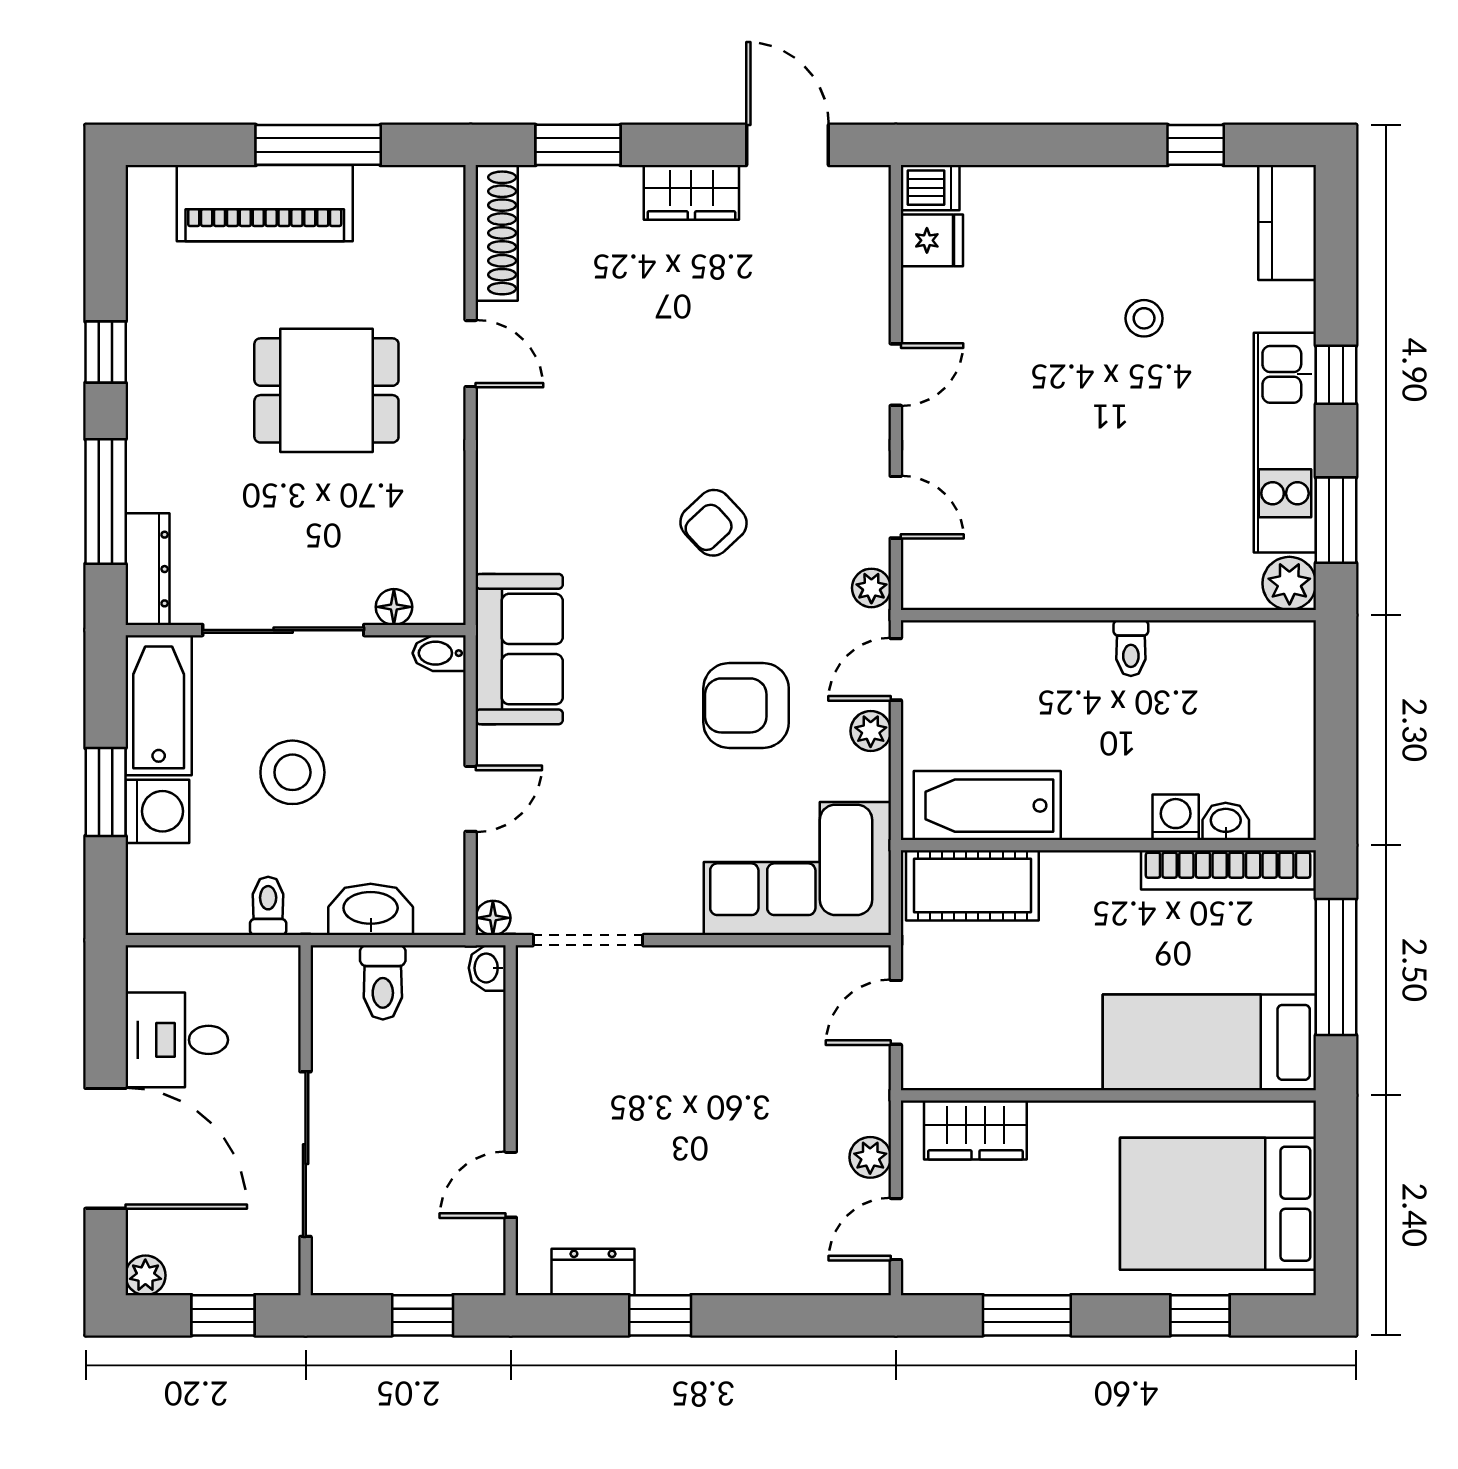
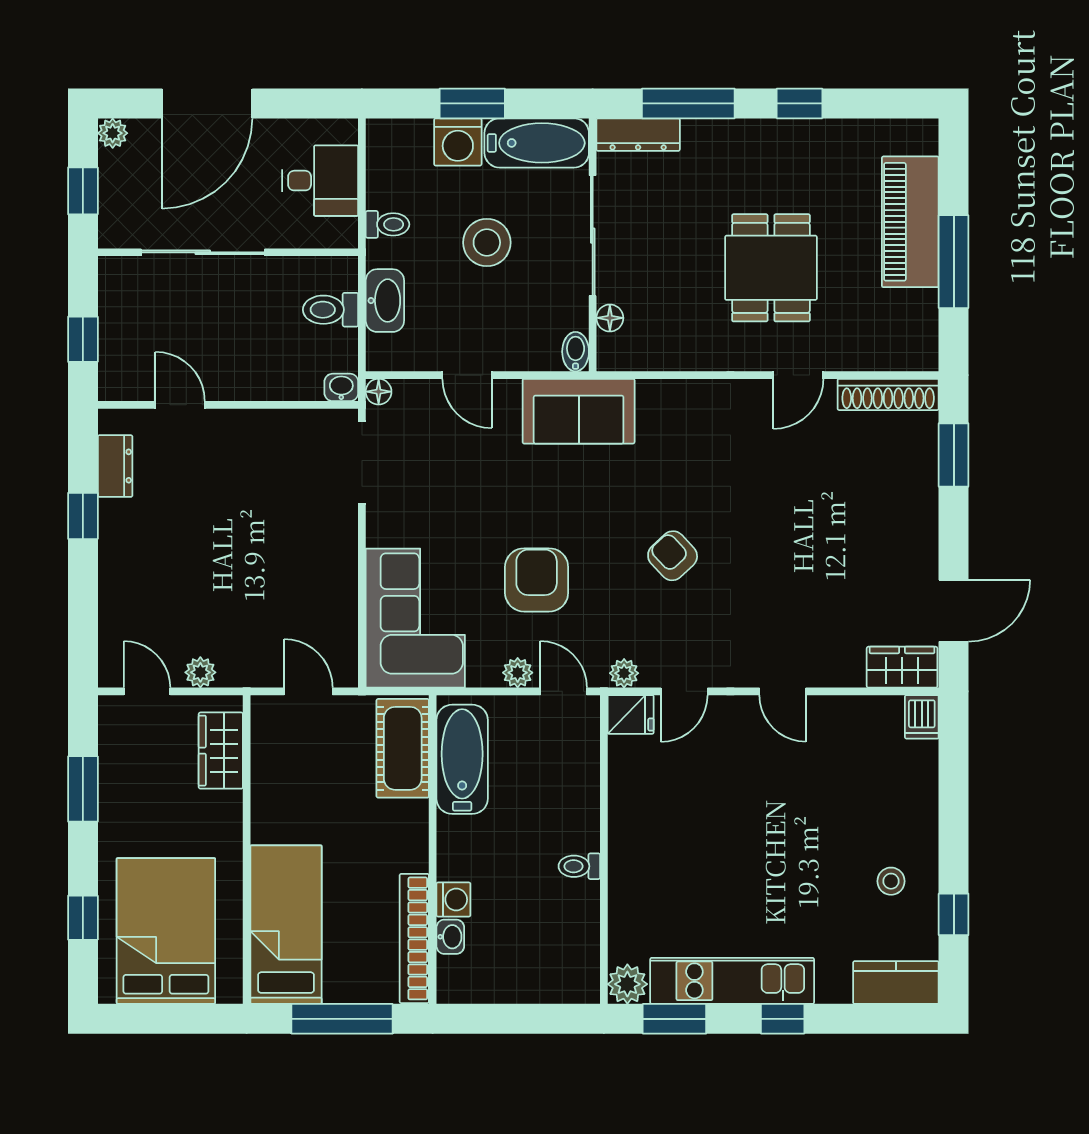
wardrobe: (691, 192) -> (902, 667), moved, turned 90
fridge: (932, 240) -> (631, 714), moved, turned -90
stool: (1144, 318) -> (891, 881), moved
desk: (177, 1040) -> (320, 181), moved, turned 90

